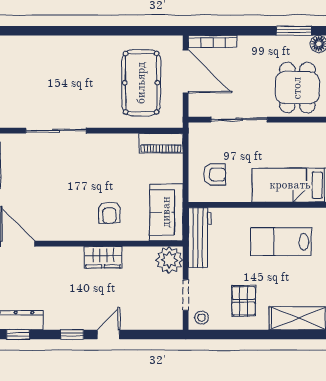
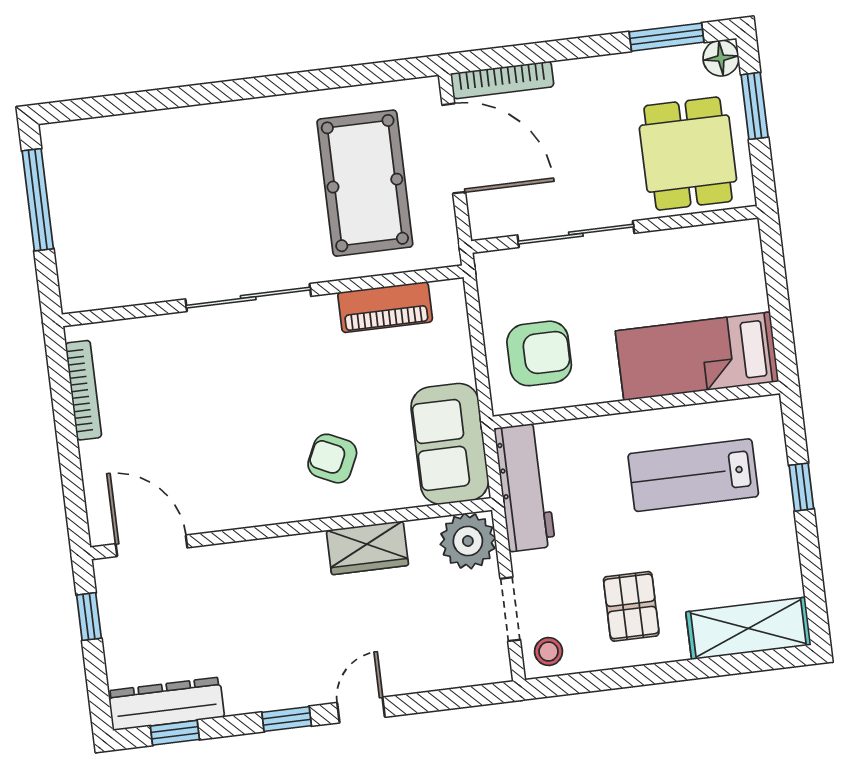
sliding door: (56, 131) -> (248, 298), moved
piano: (161, 143) -> (385, 307), moved
armchair: (214, 174) -> (539, 353), width x1.38, depth x1.38
armchair: (109, 213) -> (332, 459), turned 115
wardrobe: (103, 257) -> (367, 548), moved

